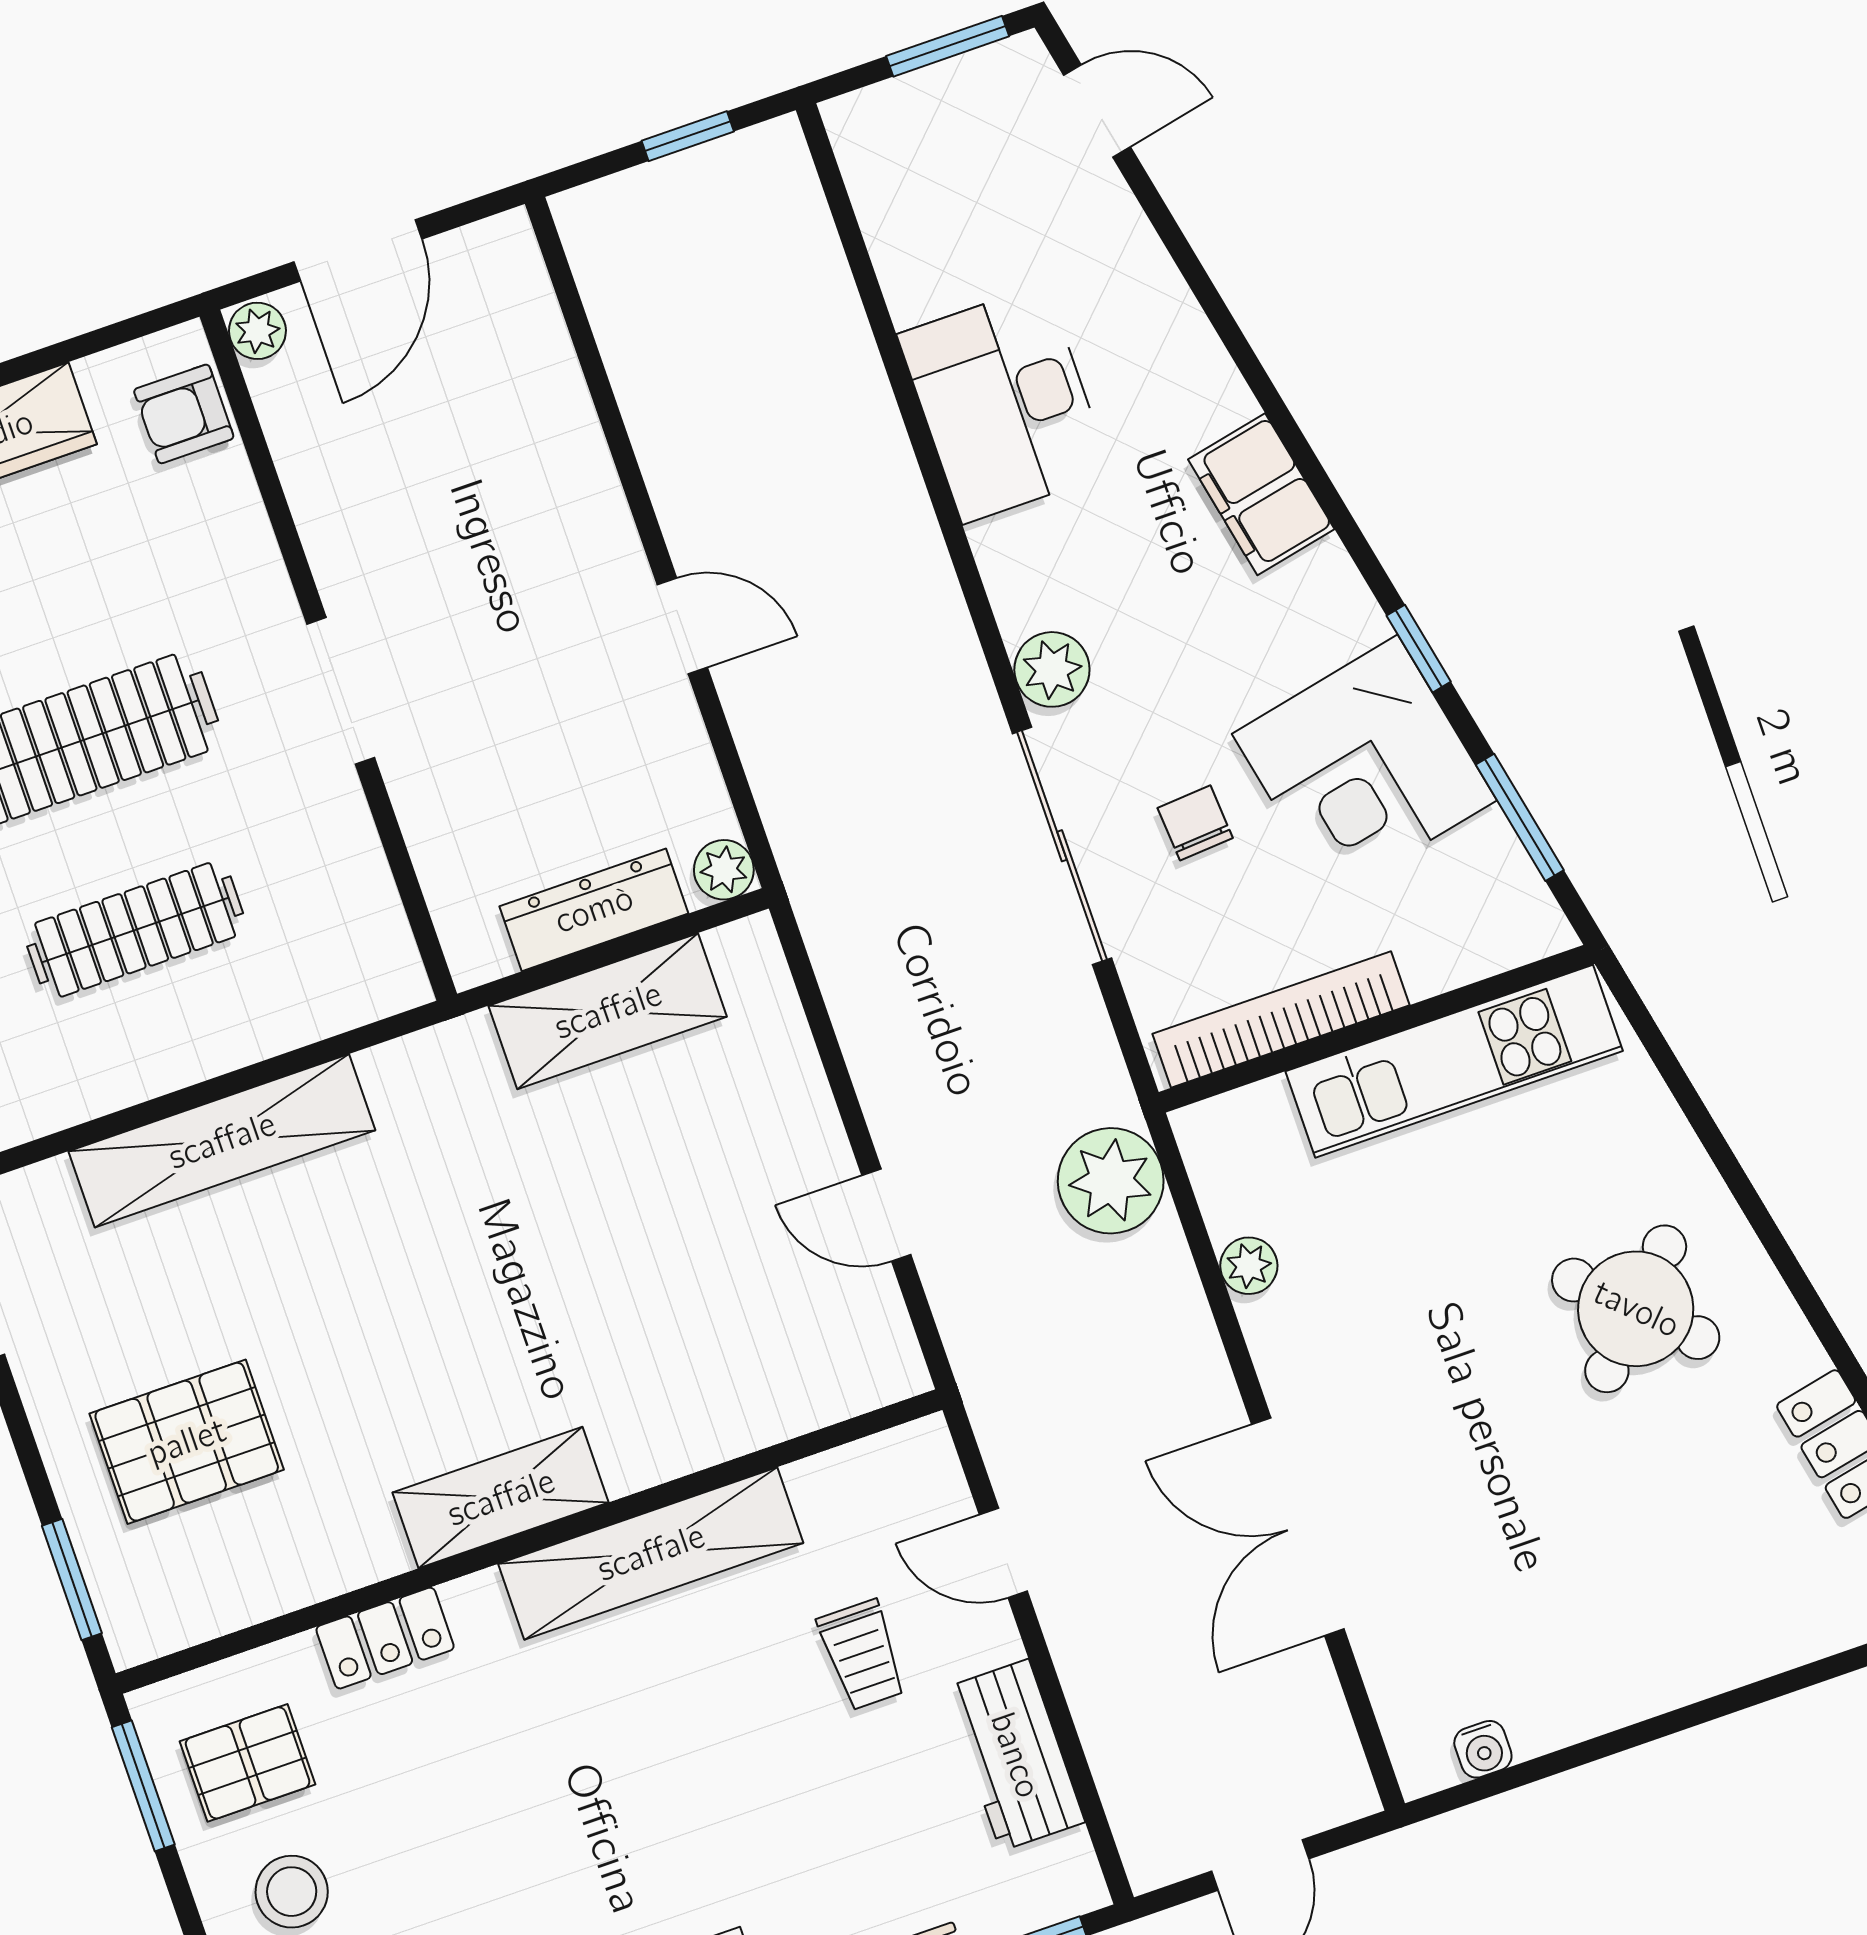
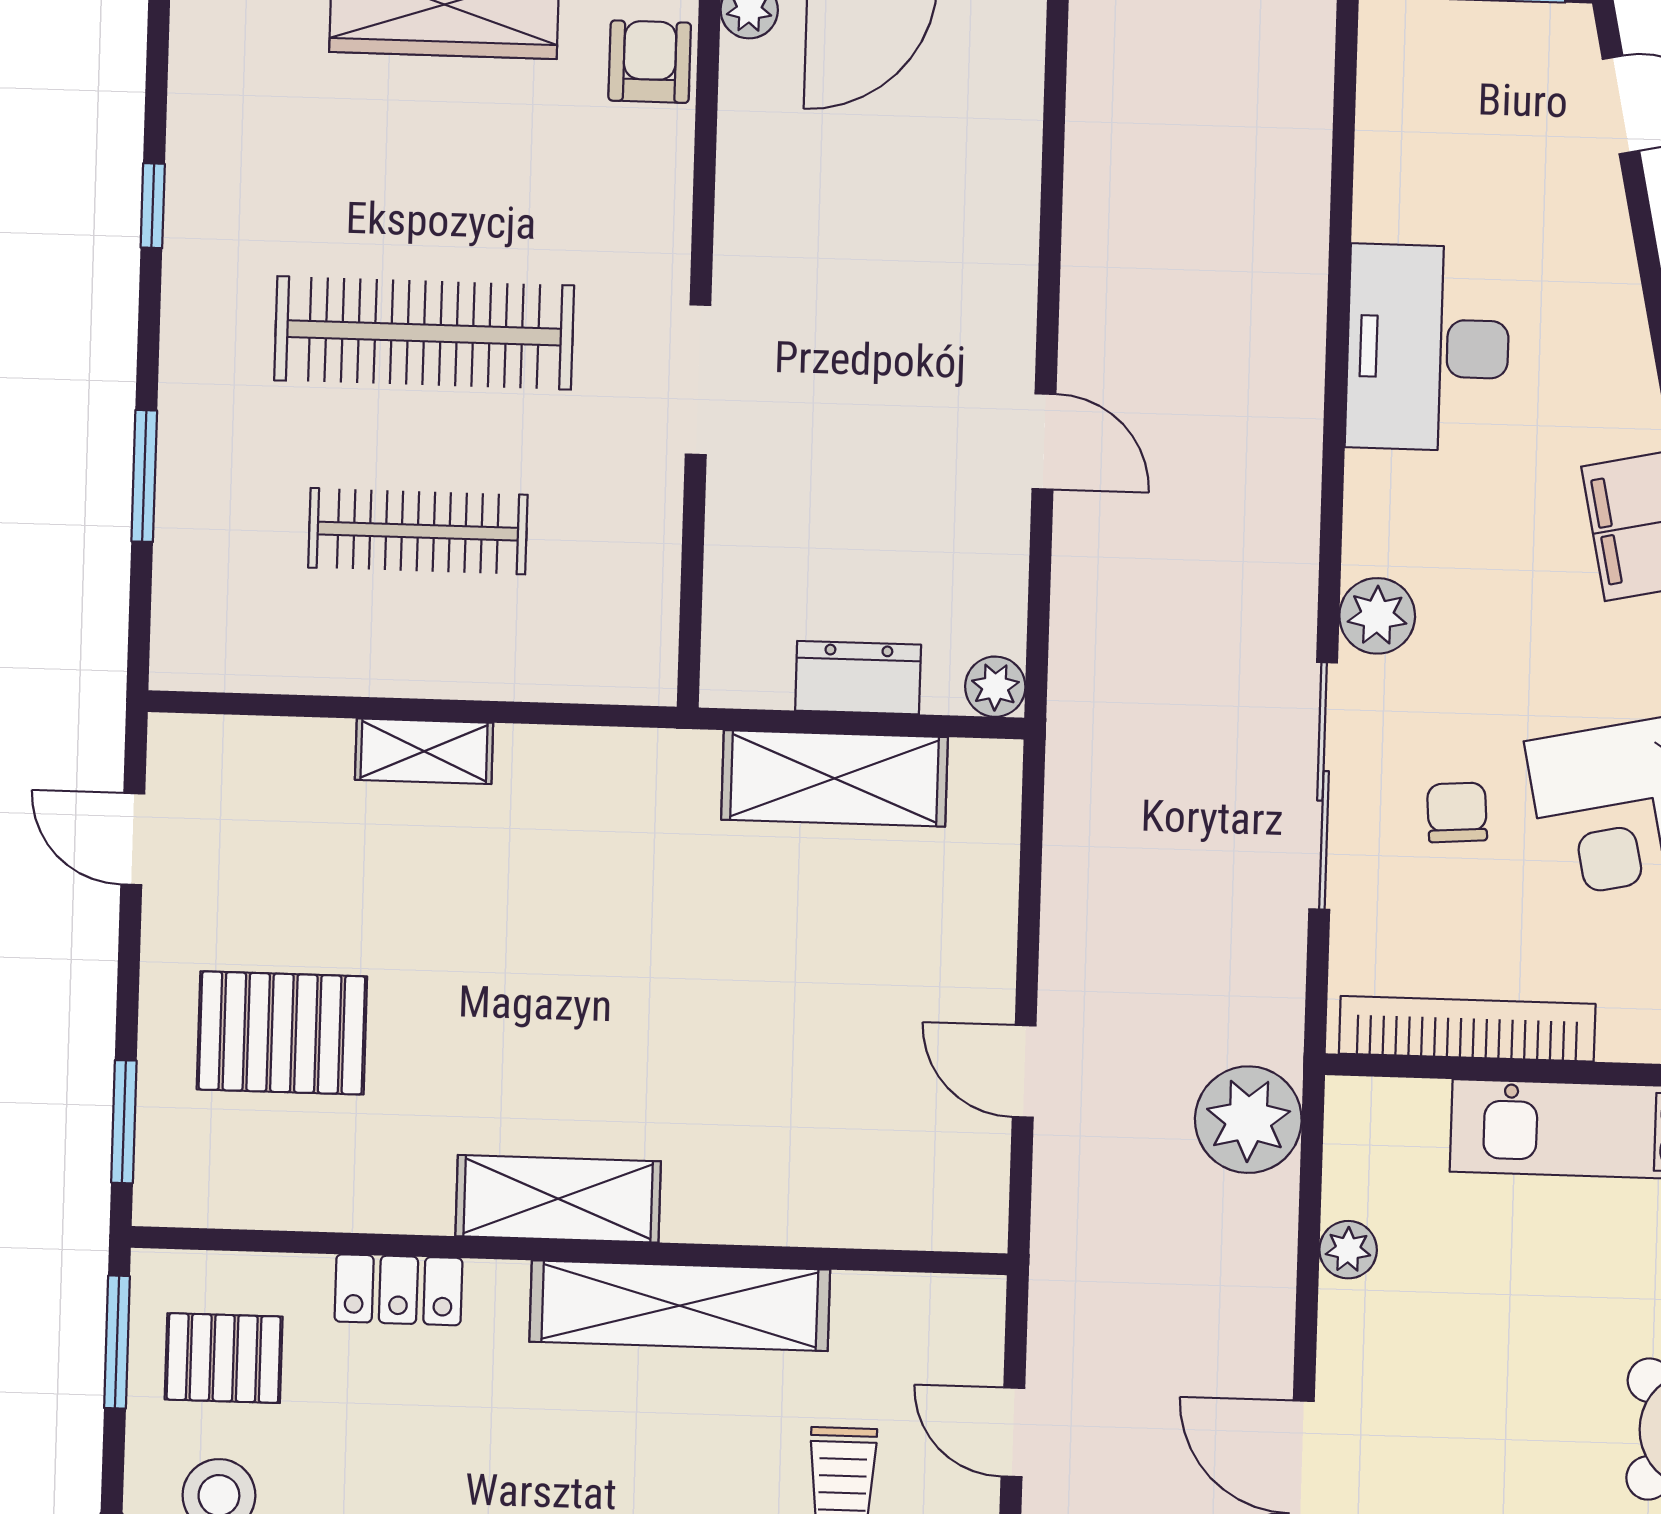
armchair: (184, 414) -> (650, 62), turned 90
dresser: (594, 910) -> (858, 678), width x0.70
shelving: (222, 1141) -> (424, 751), width x0.45, depth x0.75

